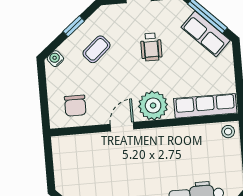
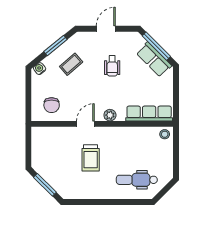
window: (74, 26) -> (55, 46), width x1.50
plant: (153, 106) -> (110, 115), width x0.53, depth x0.53
trolley: (133, 171) -> (91, 158), added

